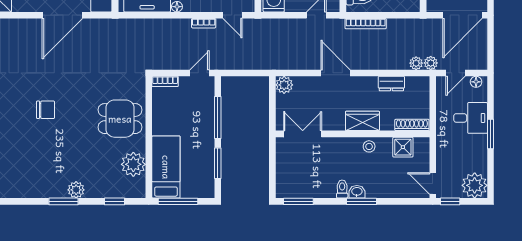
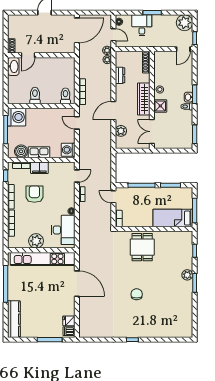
door: (462, 15) -> (77, 30), hinge flipped
plant: (284, 85) -> (121, 131), moved
wardrobe: (362, 121) -> (144, 99), width x1.50
shower: (403, 147) -> (160, 106), moved
plant: (133, 164) -> (171, 239), removed

